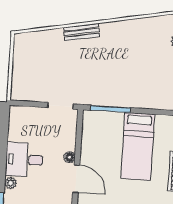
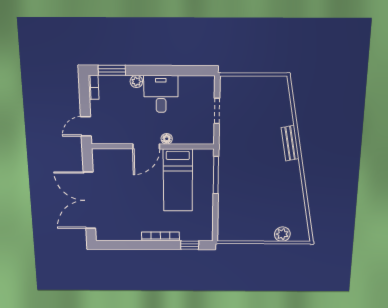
doorway: (60, 106) -> (217, 111), moved
bed: (138, 146) -> (178, 180), moved, turned -90

